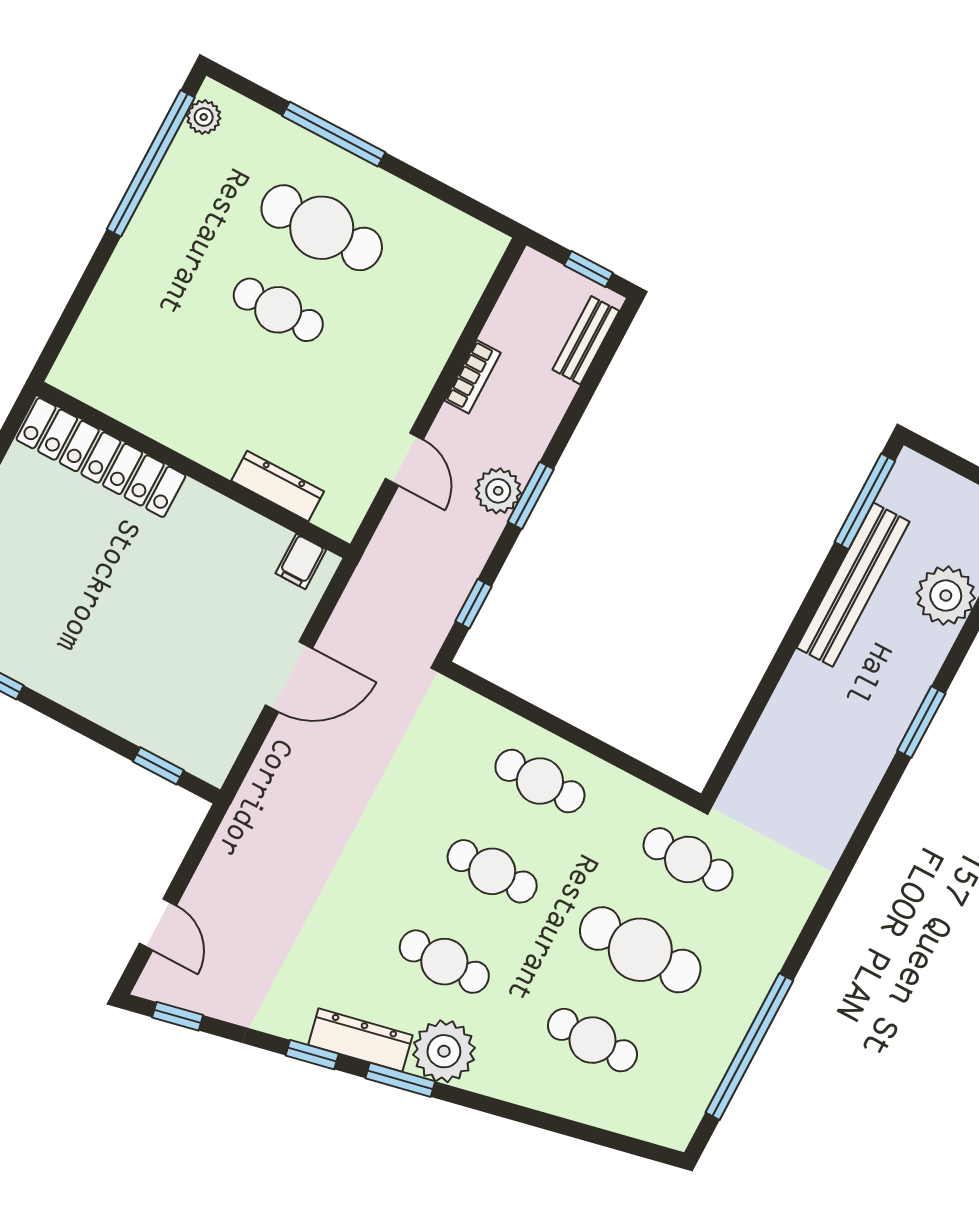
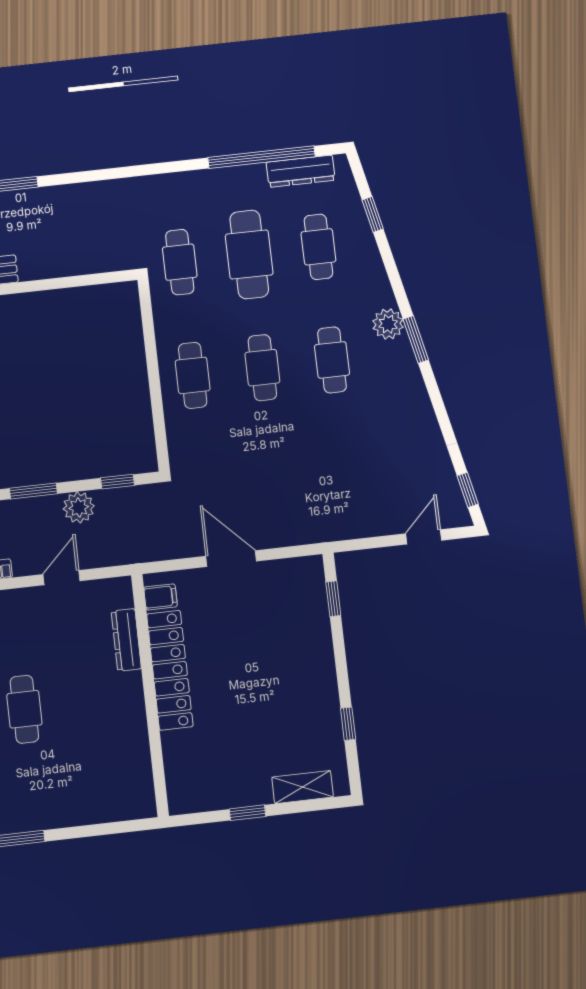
locker: (101, 458) -> (170, 670), moved
plant: (498, 491) -> (79, 507), moved
dresser: (360, 1040) -> (301, 171), moved, turned -78
plant: (444, 1051) -> (388, 324), width x0.73, depth x0.73
window: (312, 1055) -> (373, 214), moved

